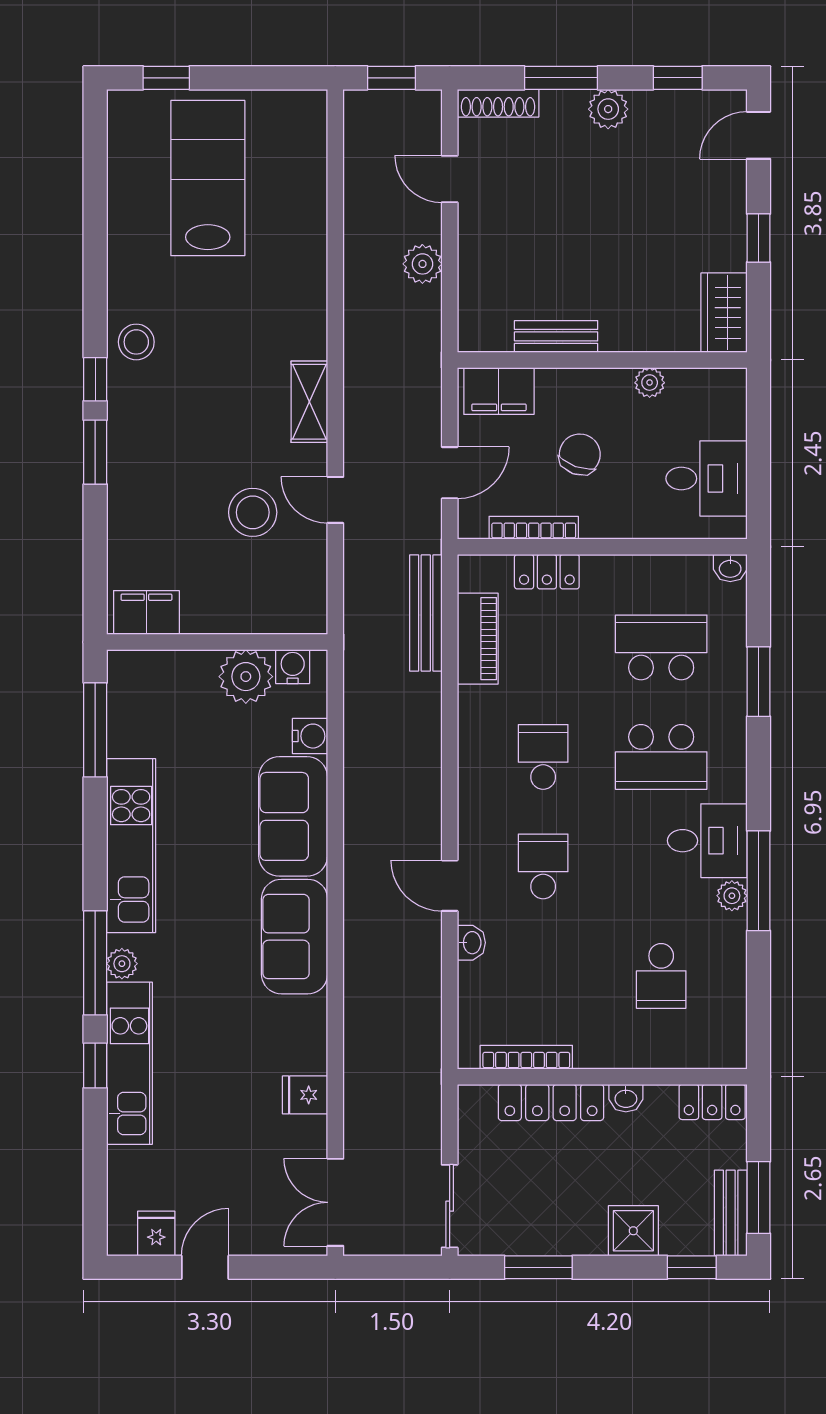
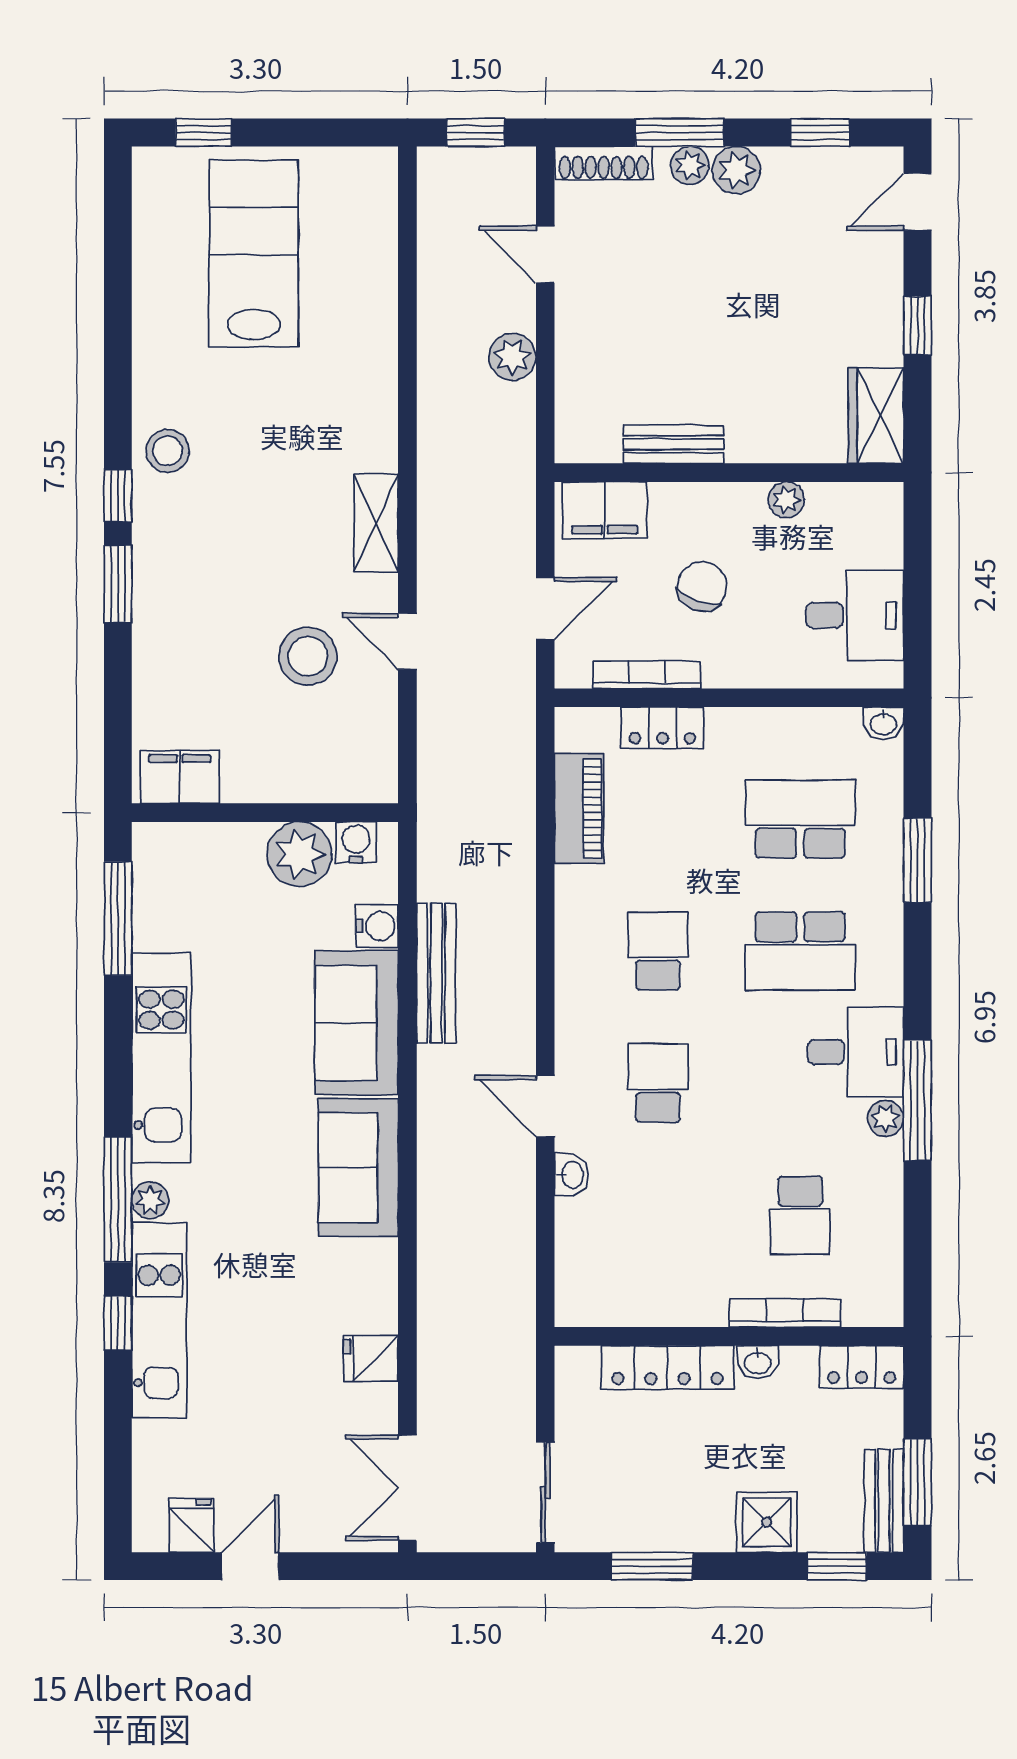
plant: (570, 105) -> (690, 165), added
bench: (426, 613) -> (436, 973), moved
bookcase: (526, 1057) -> (785, 1313), moved

